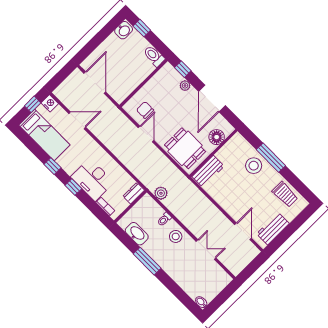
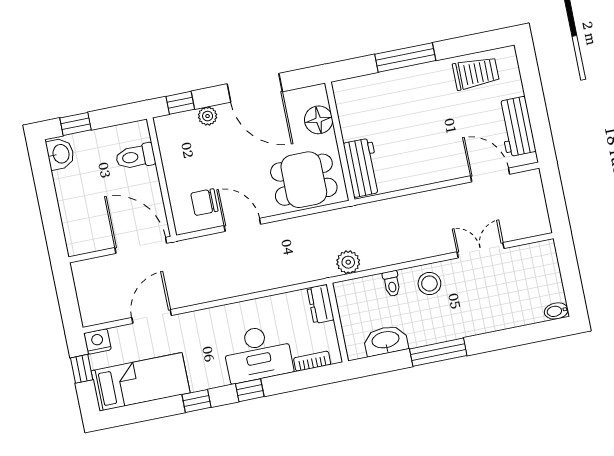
toilet: (154, 56) -> (135, 157), moved
door: (95, 83) -> (141, 245), moved
stool: (254, 166) -> (400, 92), removed

